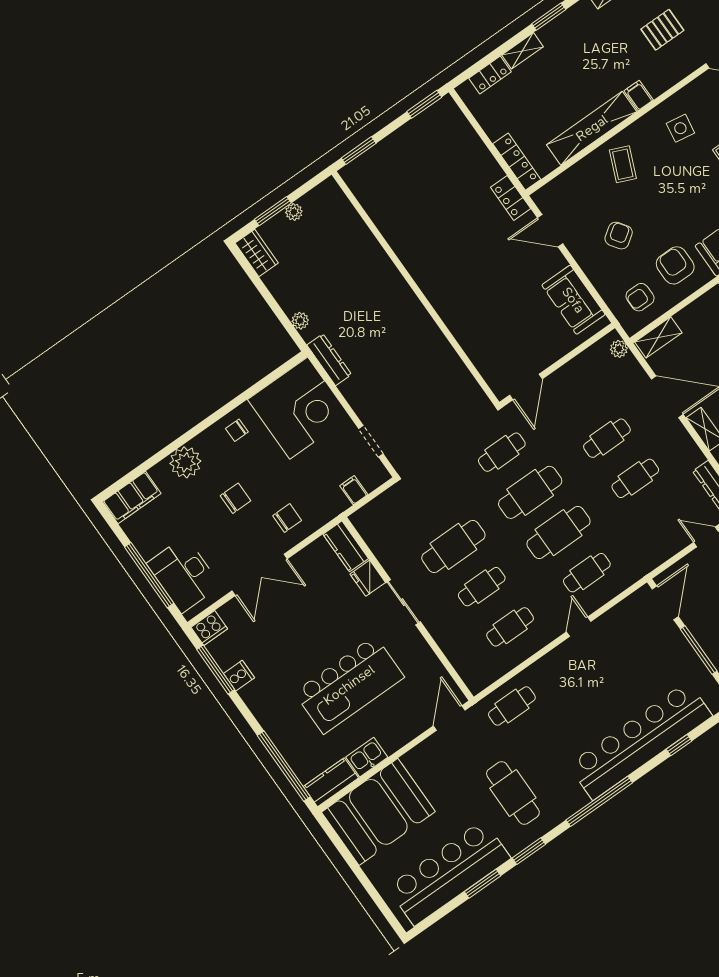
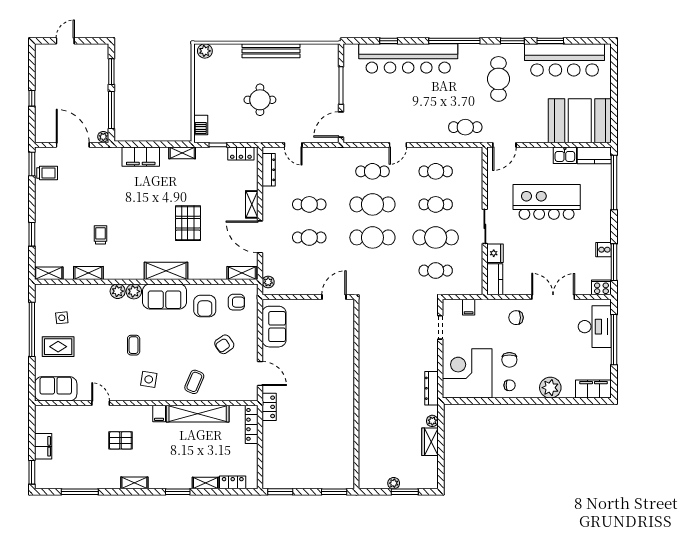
wardrobe: (257, 253) -> (430, 442), moved
cafe table: (502, 452) -> (436, 271), moved
chair: (235, 498) -> (509, 360), moved, turned -90

